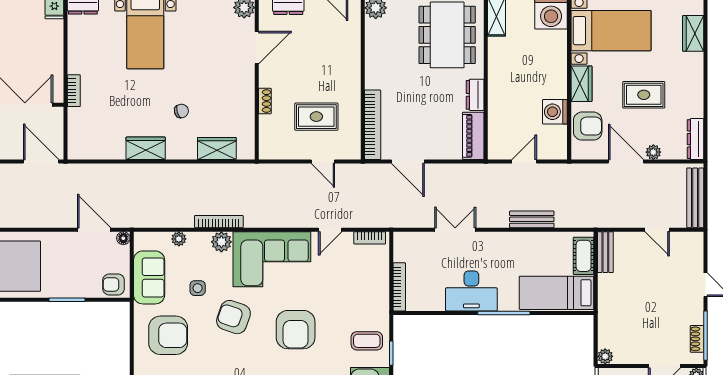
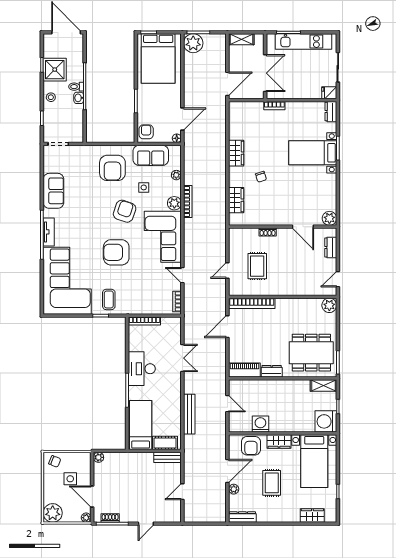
bench: (695, 198) -> (203, 517), removed
bench: (532, 219) -> (189, 414), width x1.36

